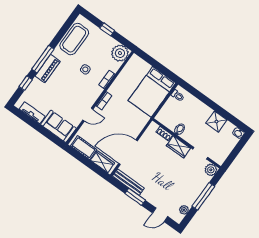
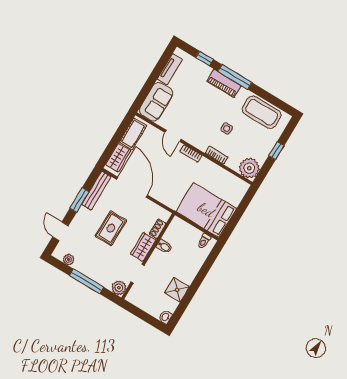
rug: (161, 172) -> (111, 228), added

